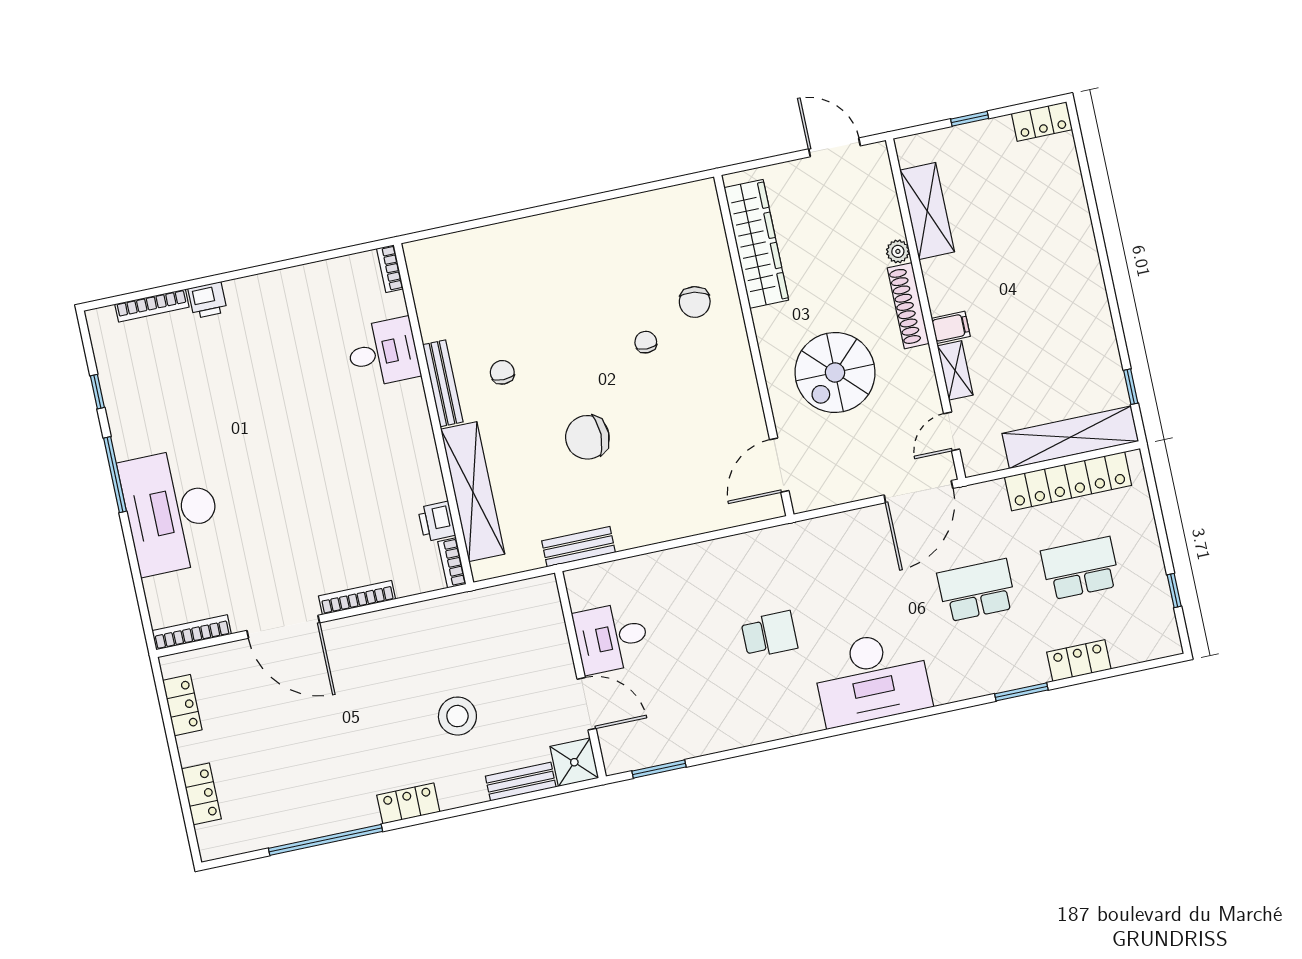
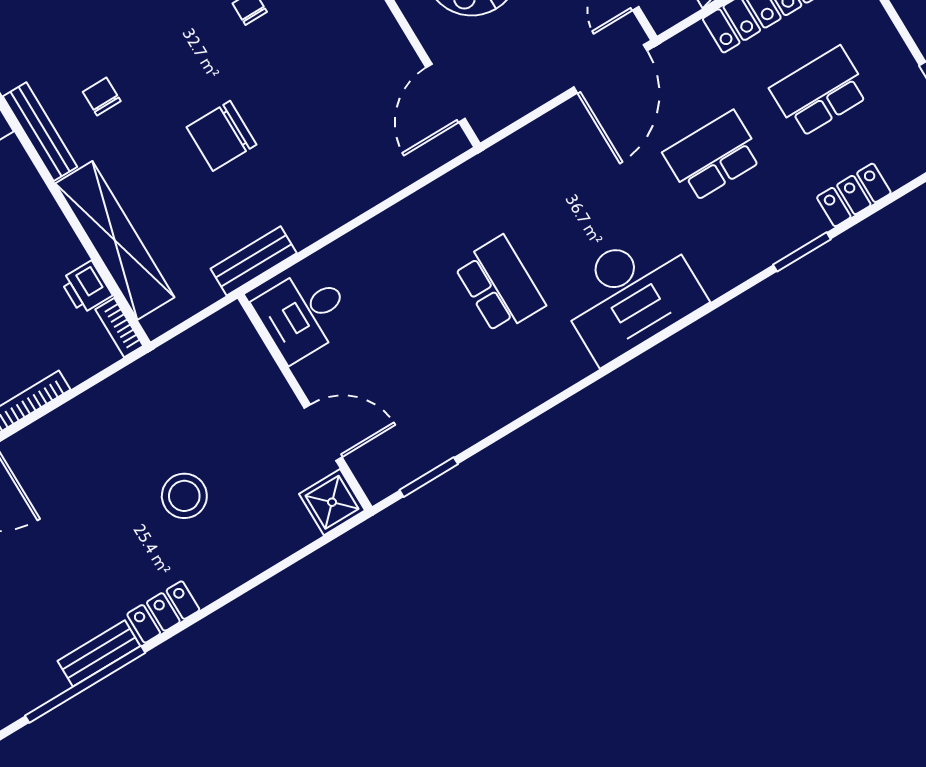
school desk: (769, 634) -> (500, 285), width x1.85
desk: (611, 638) -> (304, 313), moved
bench: (521, 782) -> (99, 653), moved

